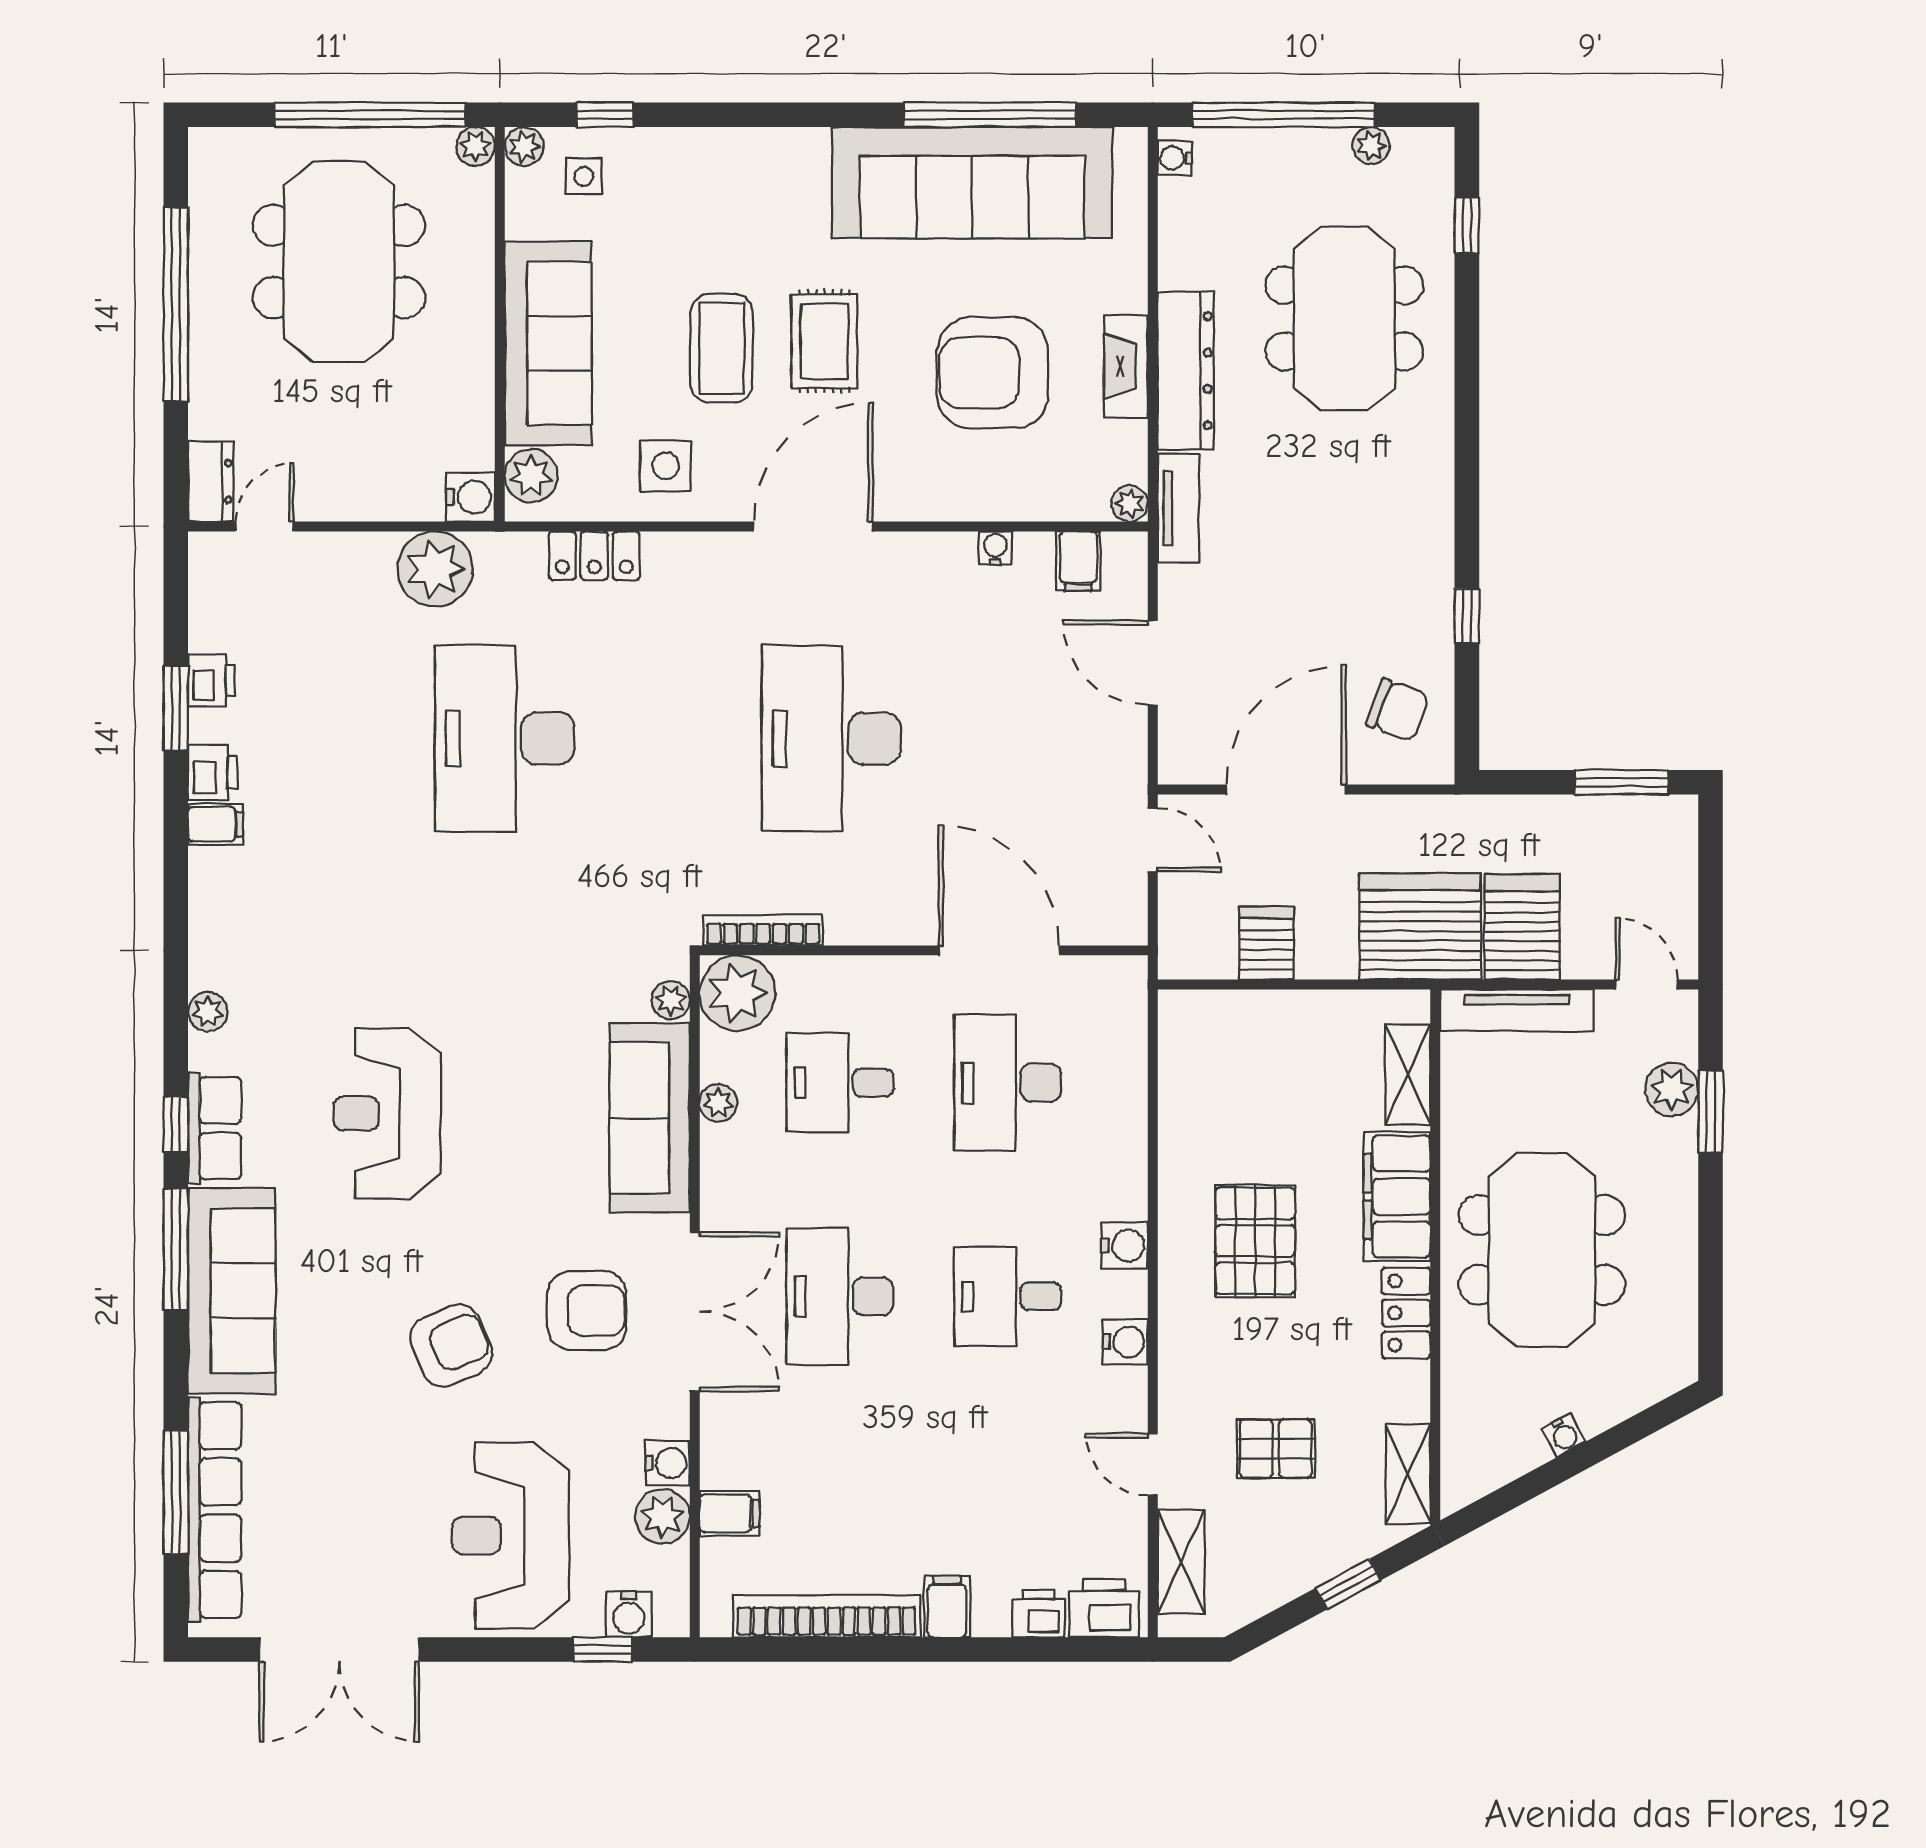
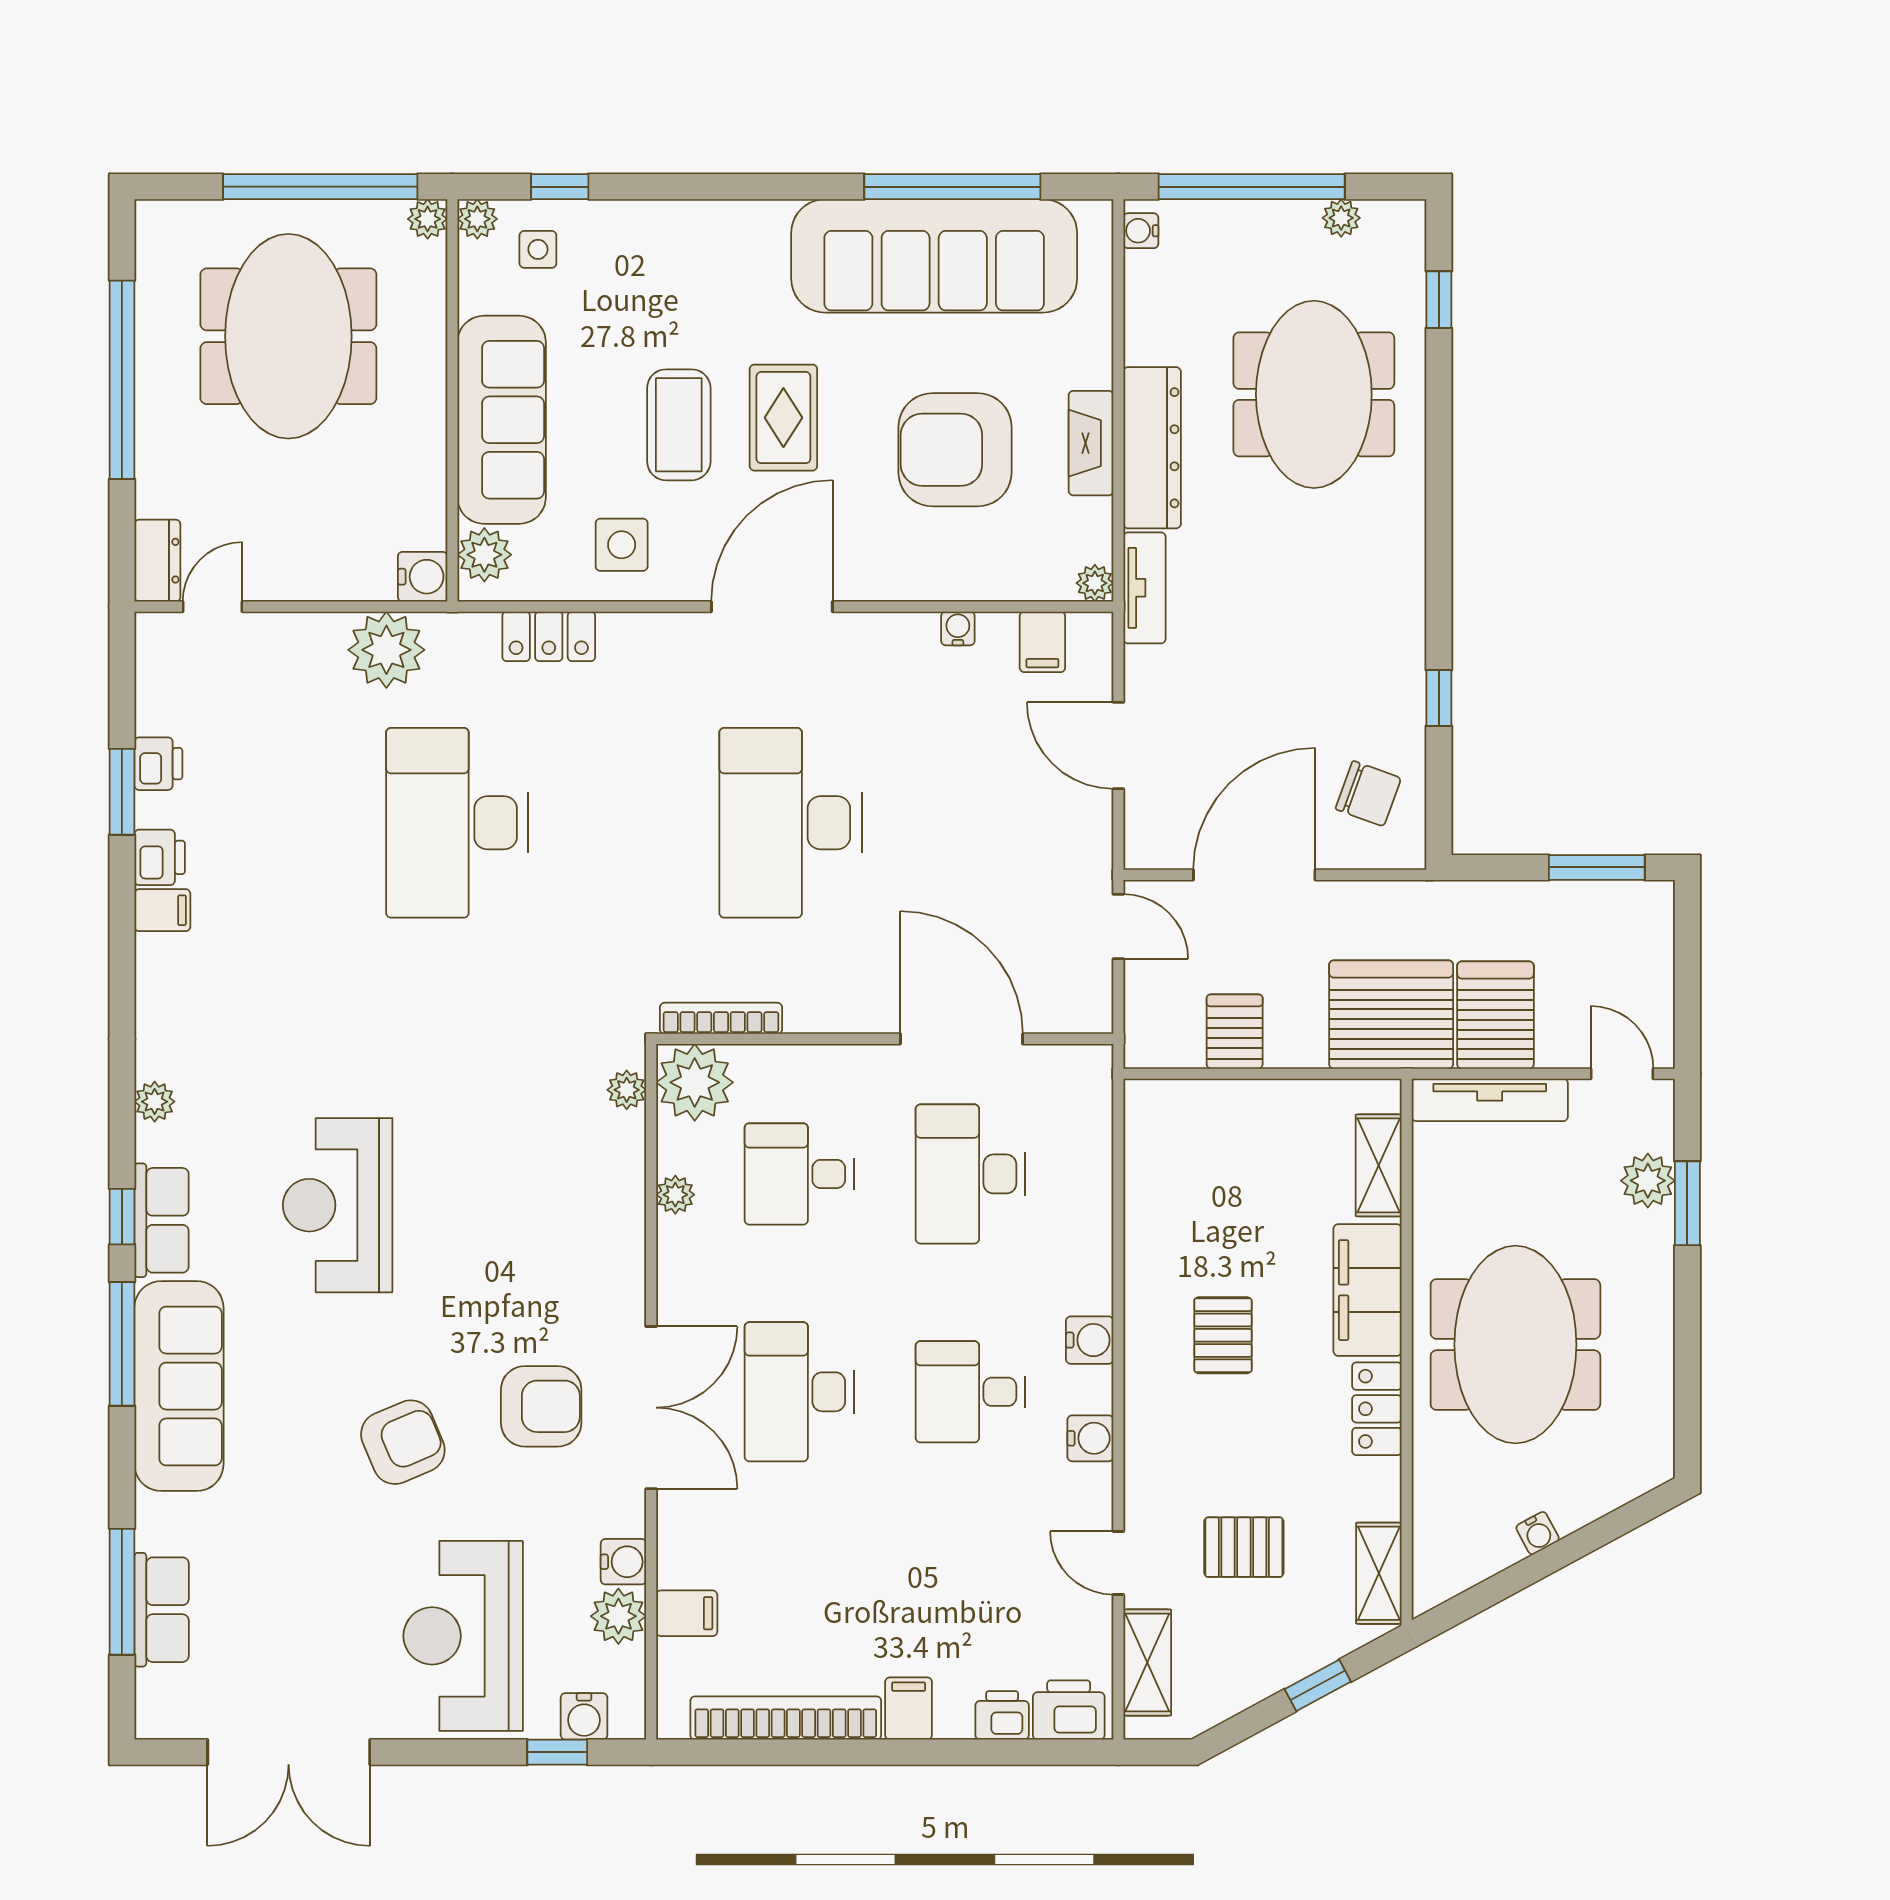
sofa: (650, 1118) -> (605, 1210), removed
pallet: (1255, 1241) -> (1223, 1335), width x0.67, depth x0.71
row of seats: (215, 1510) -> (162, 1610), width x0.50

